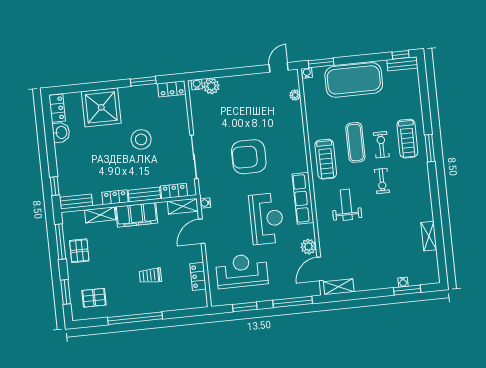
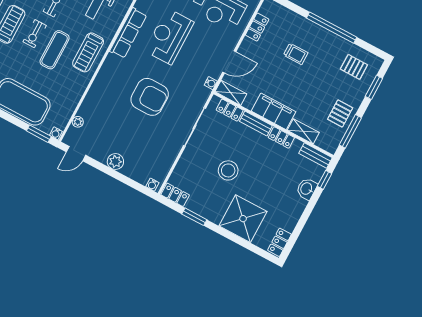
plant: (211, 86) -> (115, 162), moved
washbasin: (61, 132) -> (307, 189), moved
treadmill: (326, 159) -> (88, 52), turned 180

